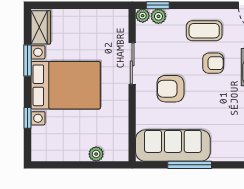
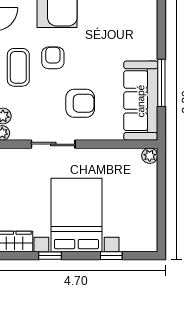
window: (27, 60) -> (50, 256), width x0.67
armchair: (170, 89) -> (80, 103), turned -90
plant: (96, 154) -> (150, 156), moved

